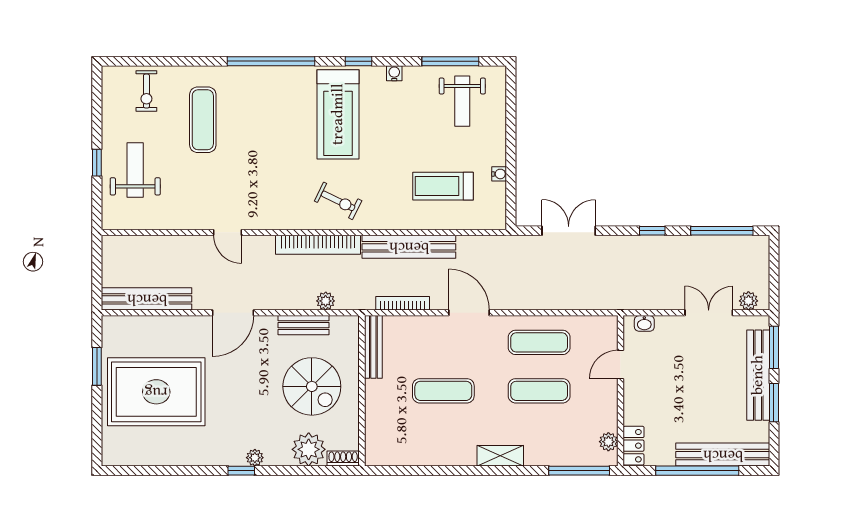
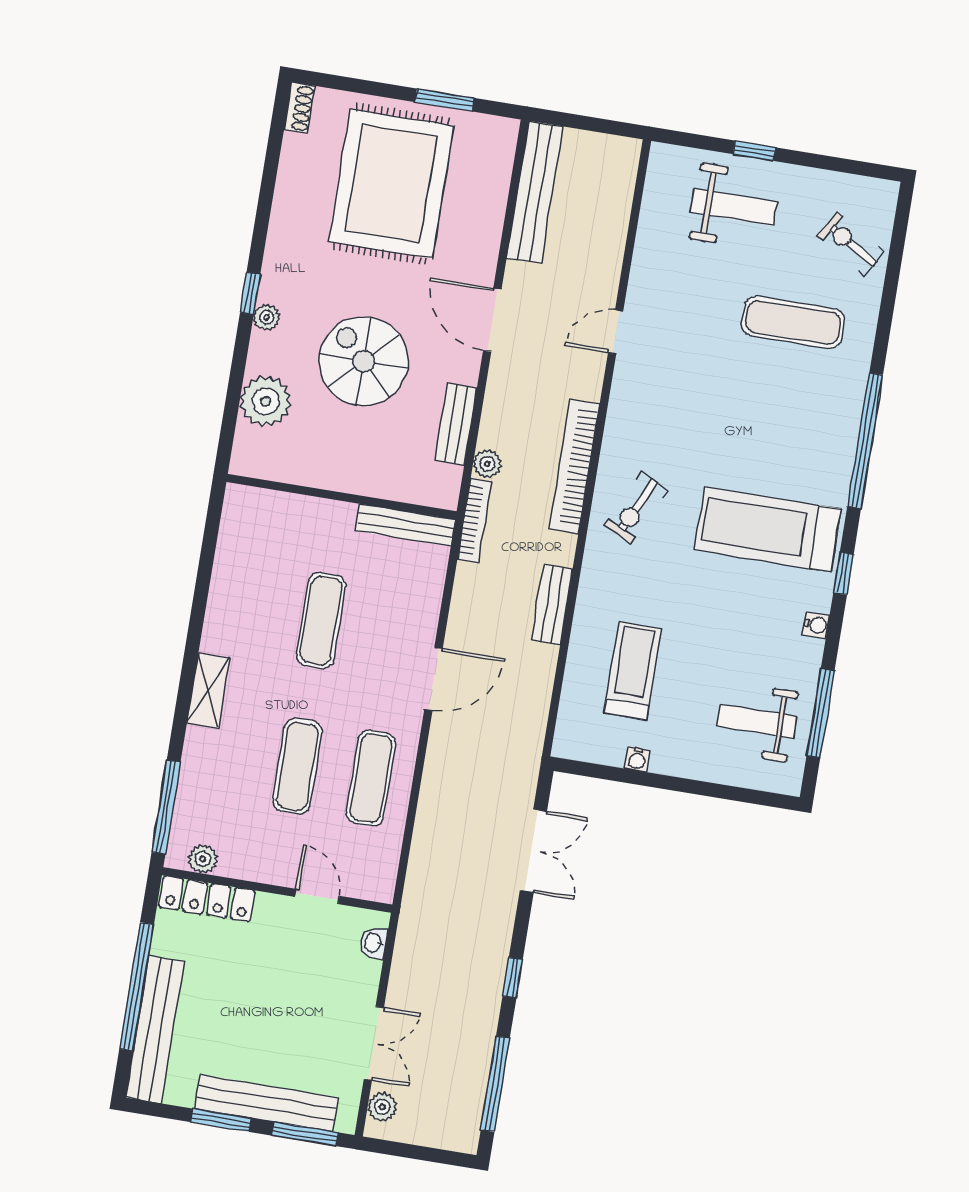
exercise bike: (146, 91) -> (851, 244), turned 31
bench: (409, 247) -> (552, 605), width x0.54, depth x0.82
bookcase: (403, 303) -> (474, 521), moved
spiral stairs: (312, 386) -> (364, 361), moved, turned 90
locker: (634, 446) -> (207, 899), width x1.53
shoe rack: (343, 459) -> (300, 108), moved

